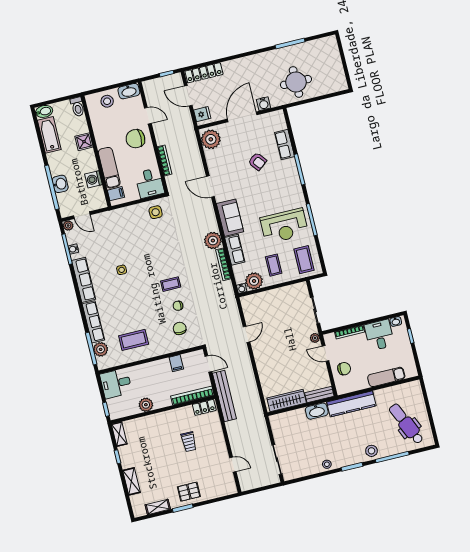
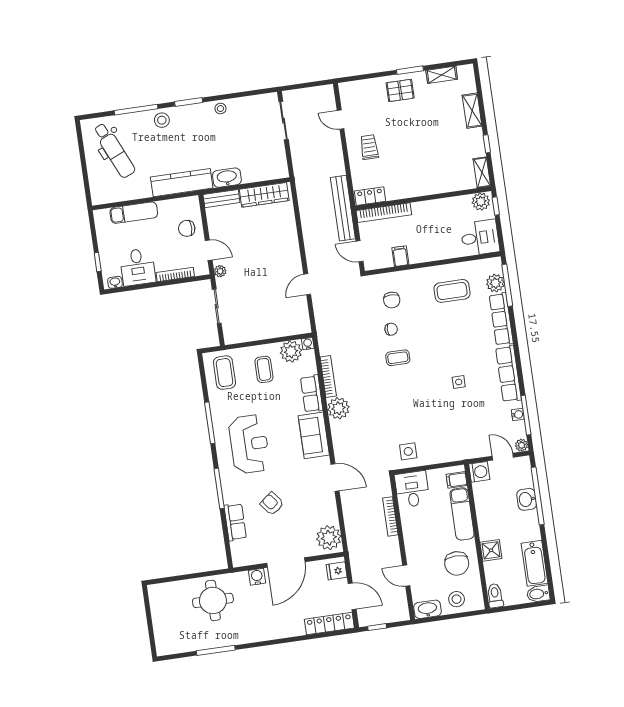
chair: (135, 139) -> (457, 563), moved, turned 90
washing machine: (93, 179) -> (479, 472), moved
reception desk: (284, 226) -> (249, 444), moved, turned 90
plant: (146, 405) -> (481, 202), moved
trolley: (189, 442) -> (369, 147), moved

